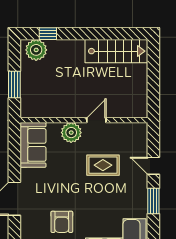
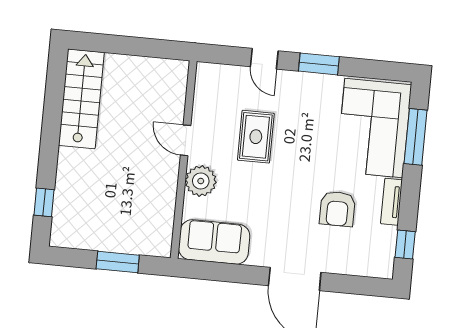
plant: (36, 50) -> (68, 223), removed
door: (153, 166) -> (264, 59), hinge flipped
armchair: (62, 222) -> (337, 209), turned 90

